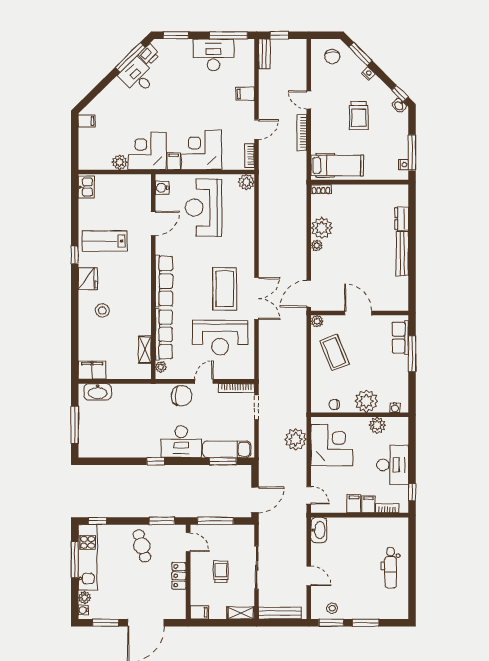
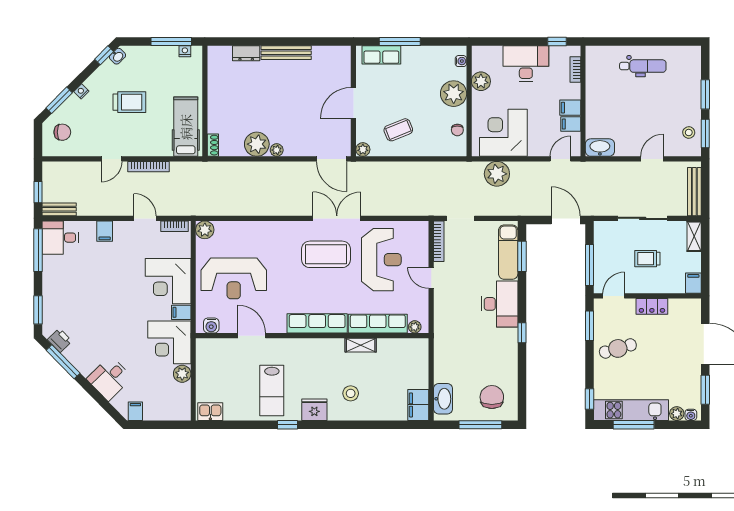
desk: (214, 55) -> (60, 238), moved, width x0.73
desk: (138, 76) -> (109, 378), moved
shelving: (145, 350) -> (361, 345), moved
coffee table: (334, 352) -> (398, 130), width x0.73, depth x0.77
chair: (182, 396) -> (492, 397), moved
filing cabinet: (368, 504) -> (571, 124), moved

